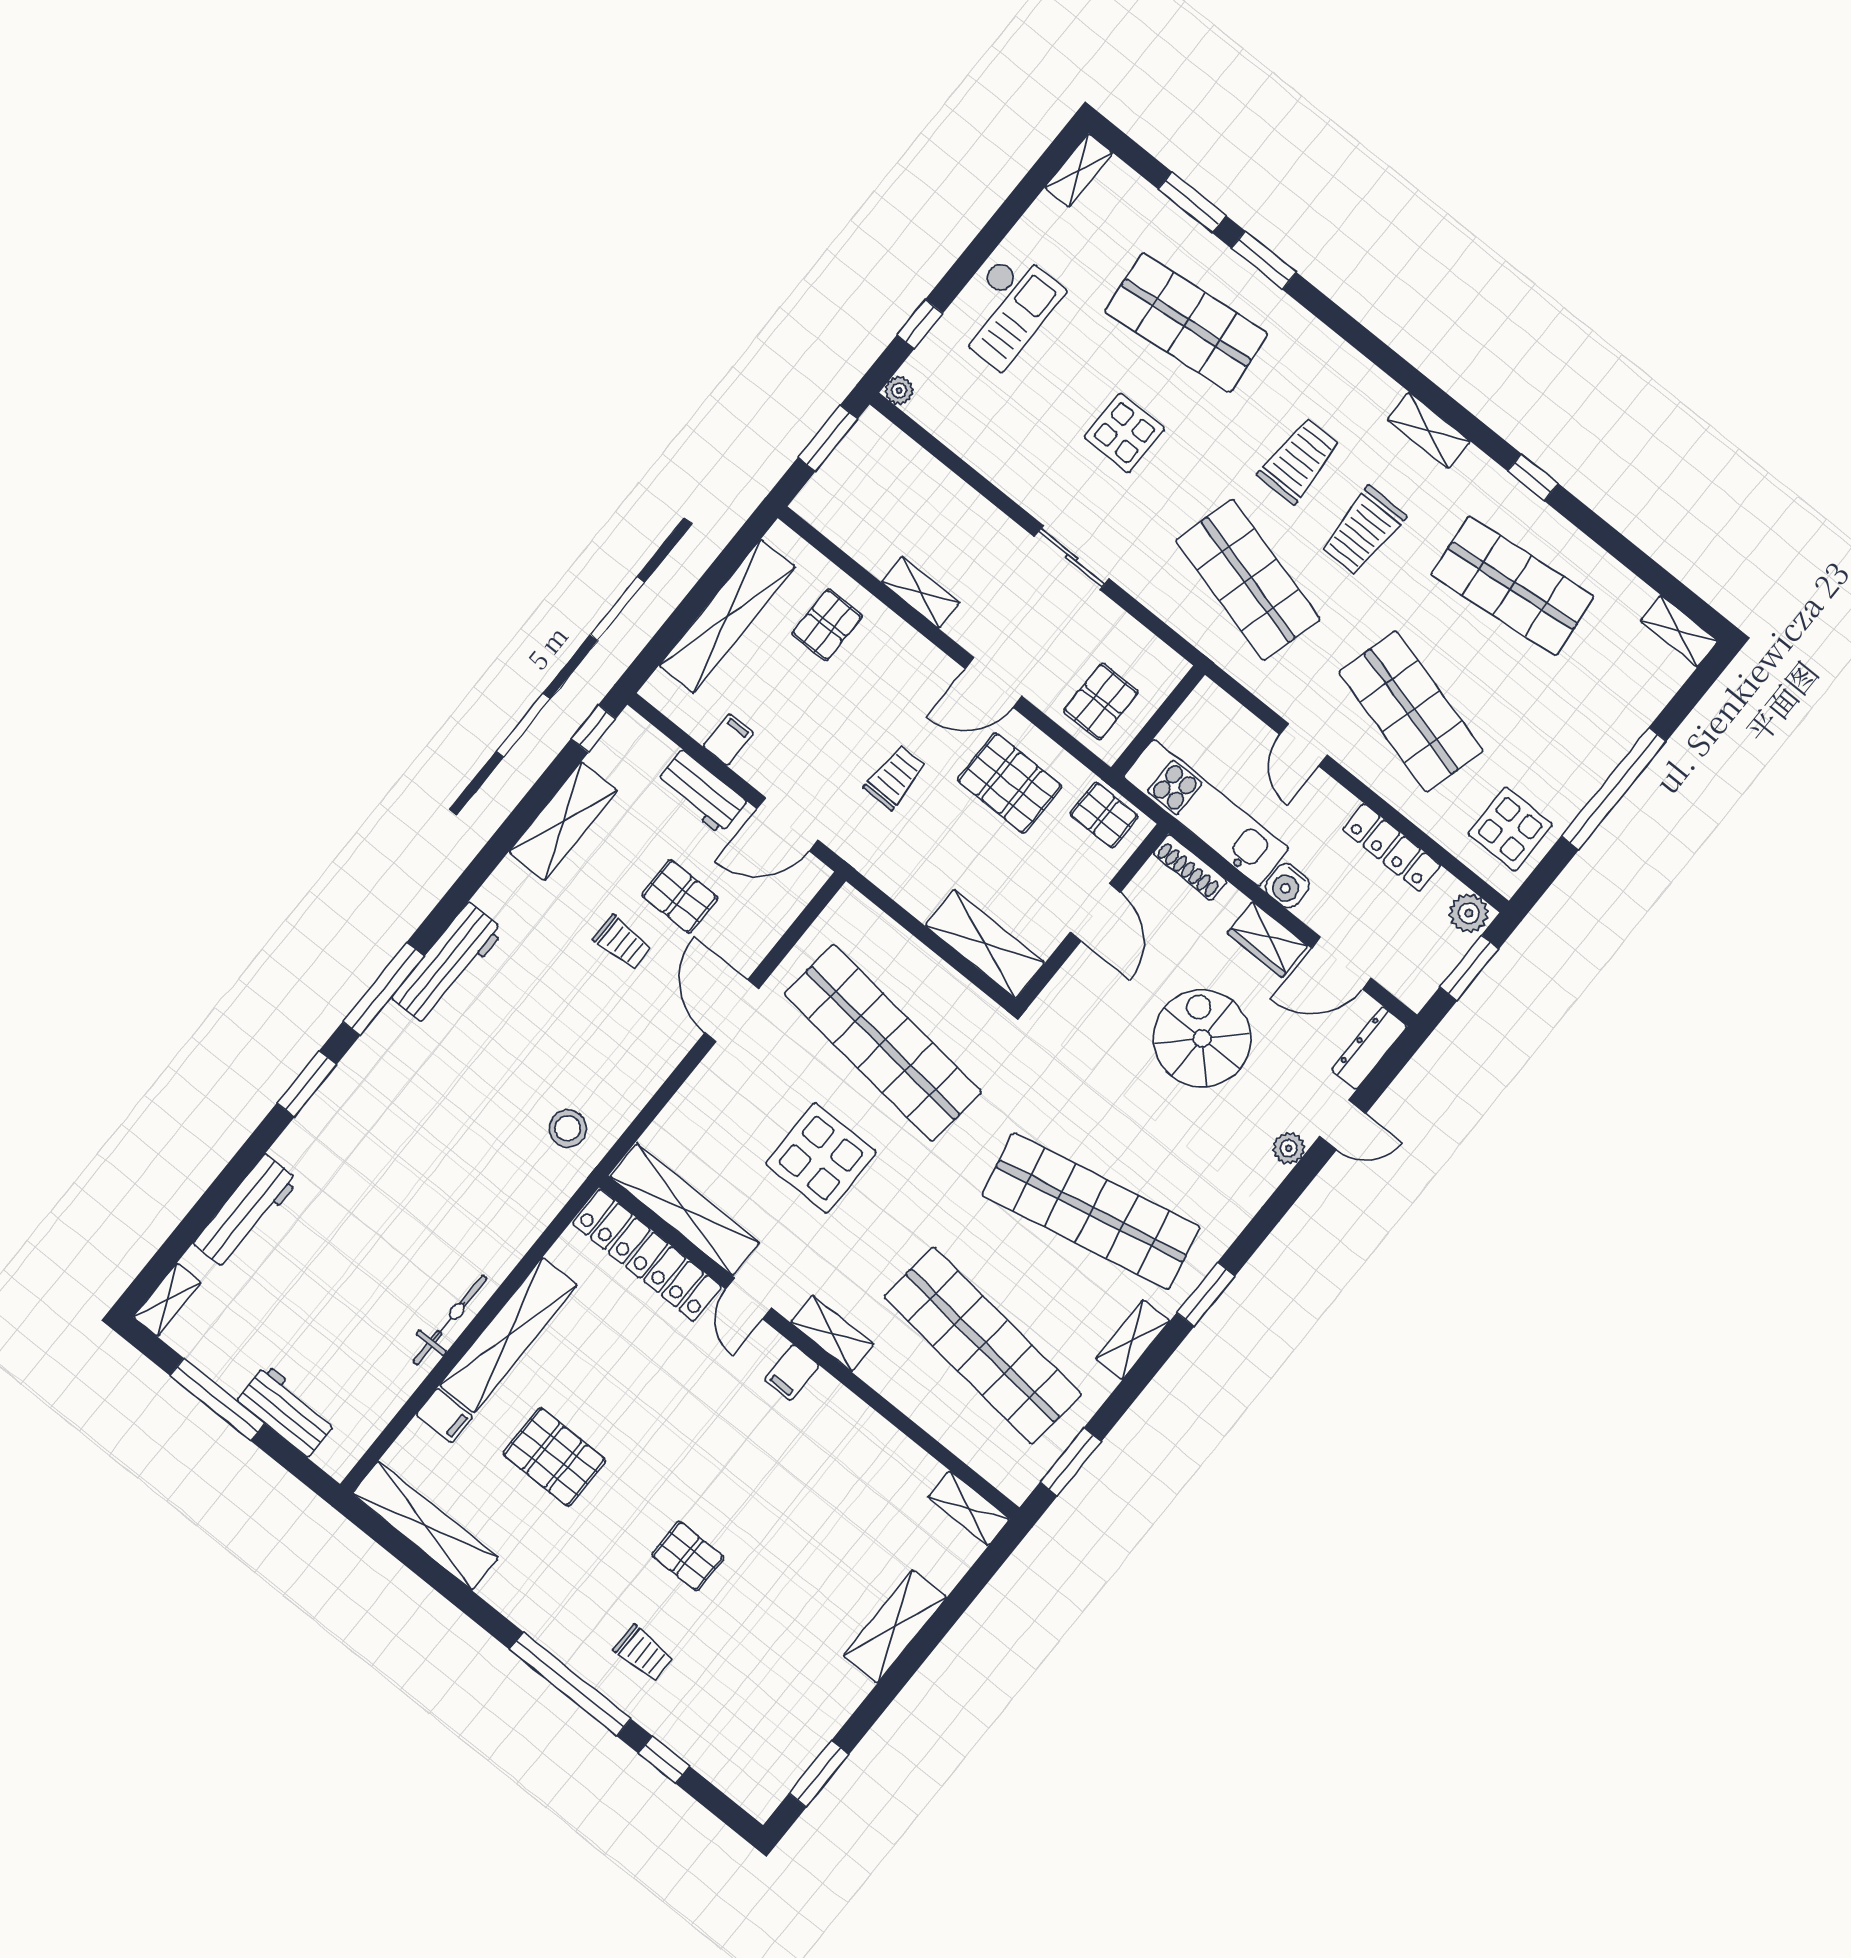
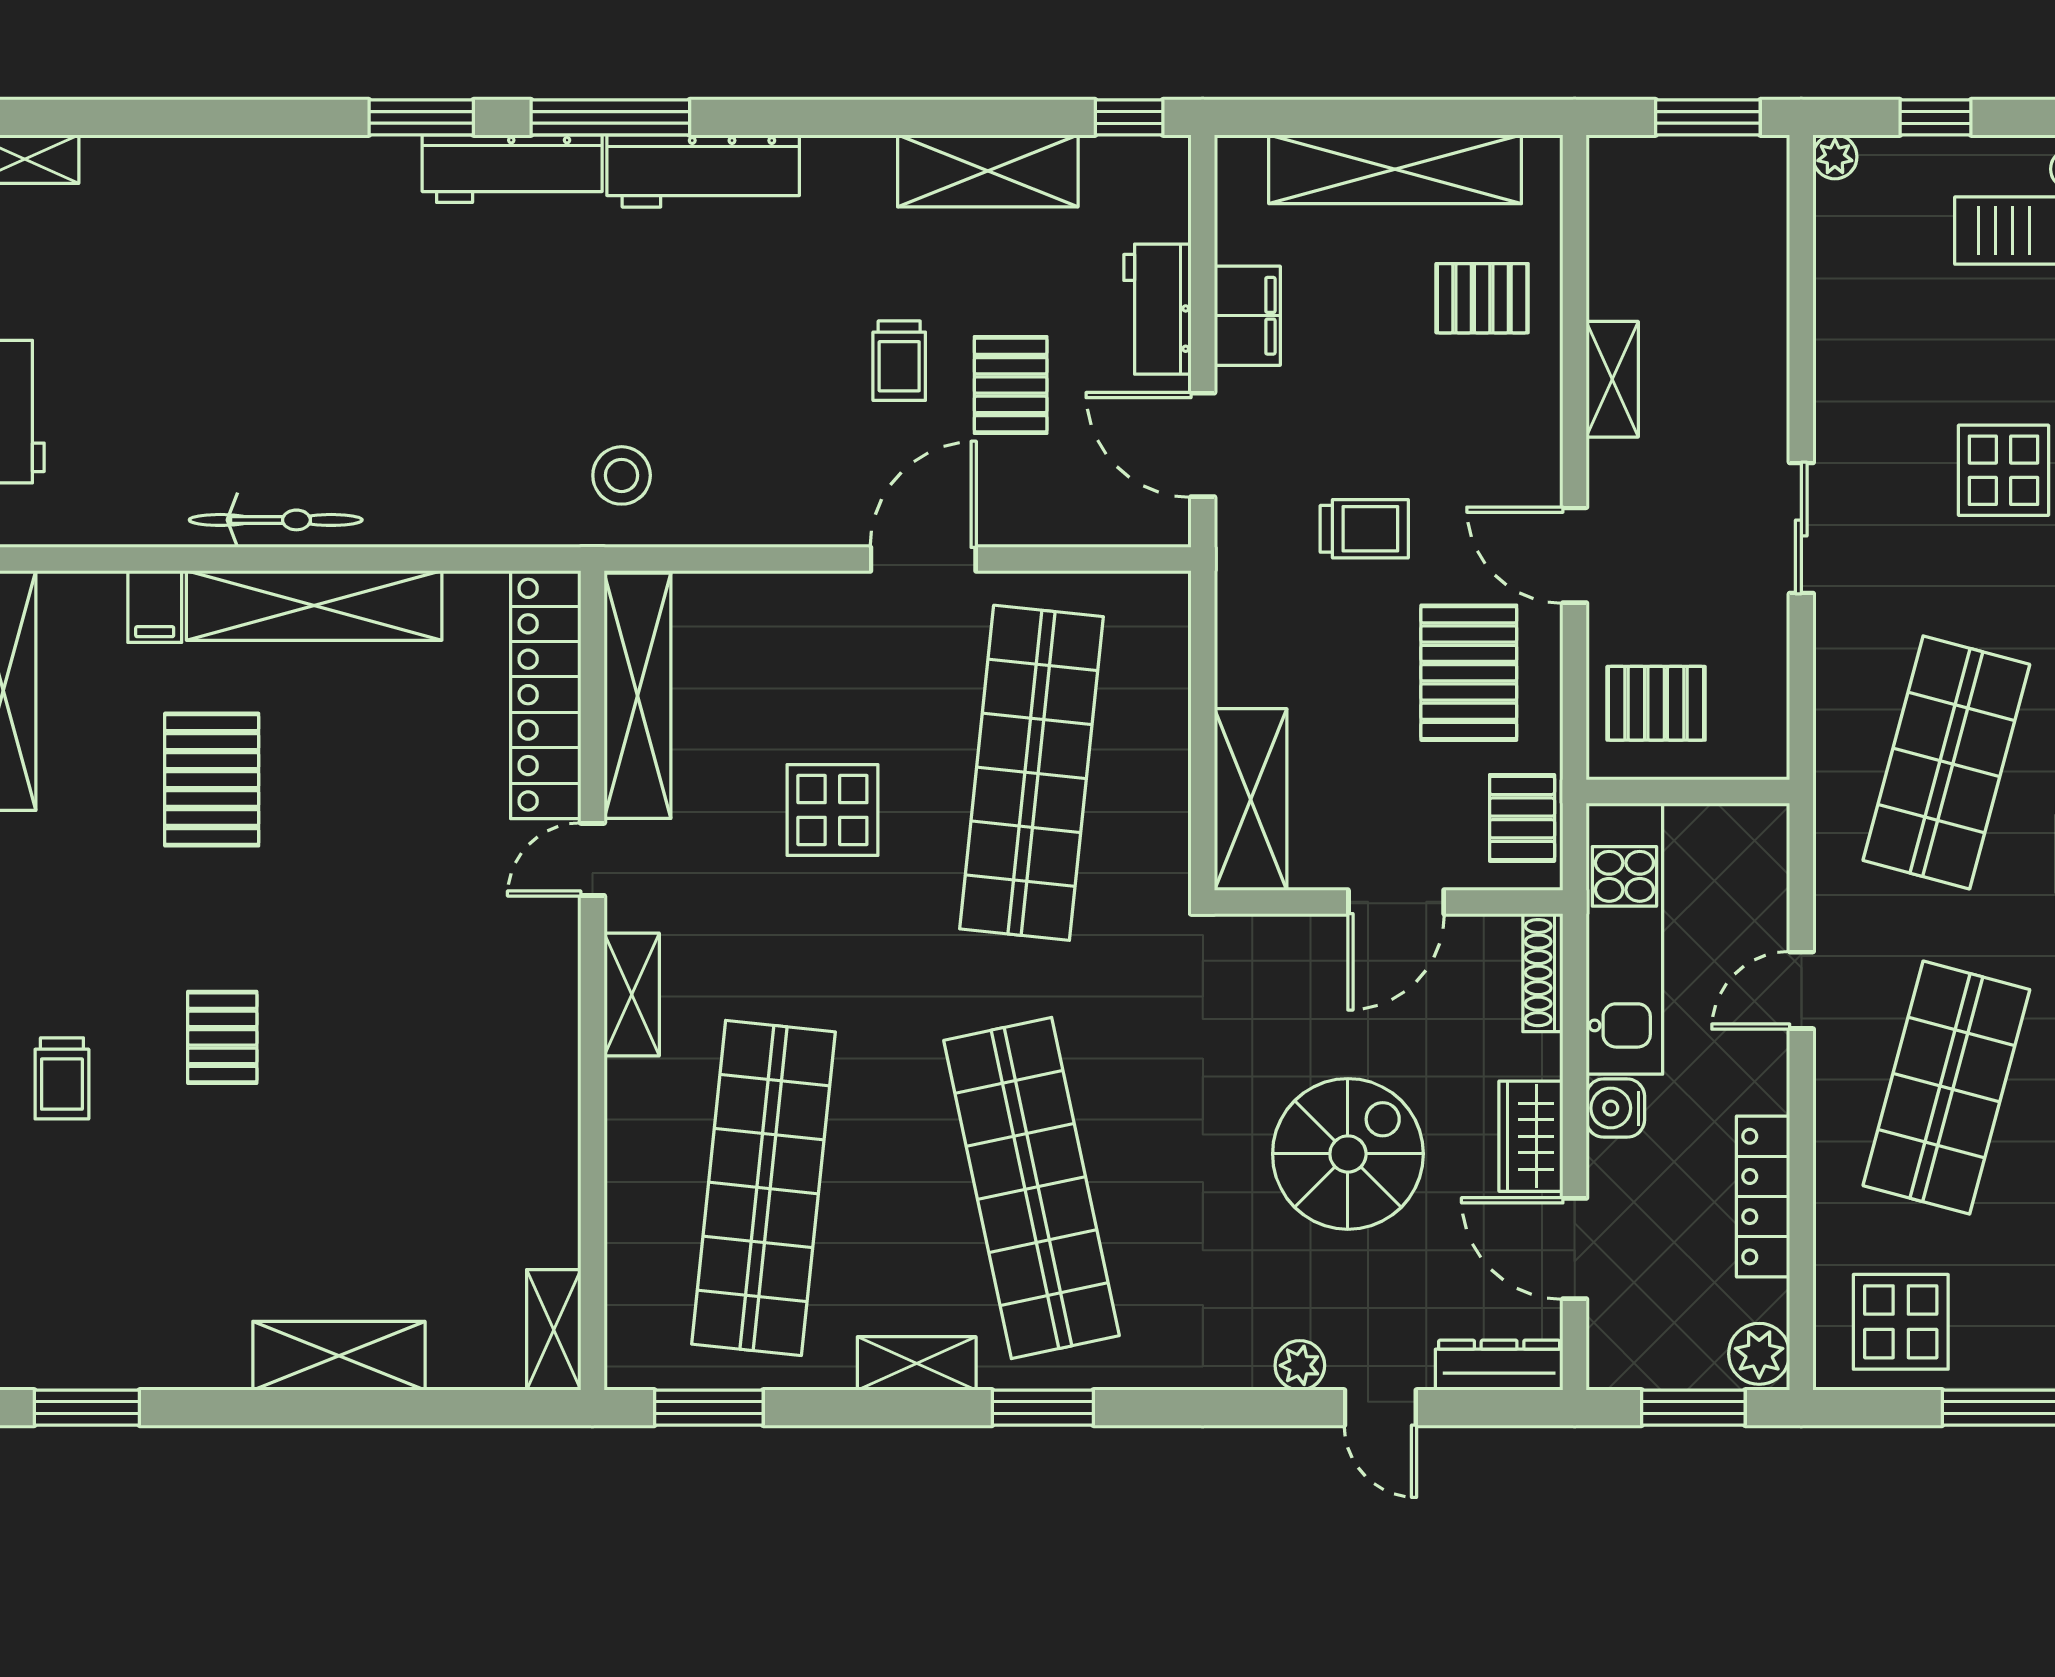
filing cabinet: (728, 740) -> (1247, 316), width x2.00
display table: (821, 1158) -> (832, 810), width x0.73, depth x0.73
workbench: (246, 1212) -> (512, 169), moved
filing cabinet: (792, 1373) -> (545, 984), removed

